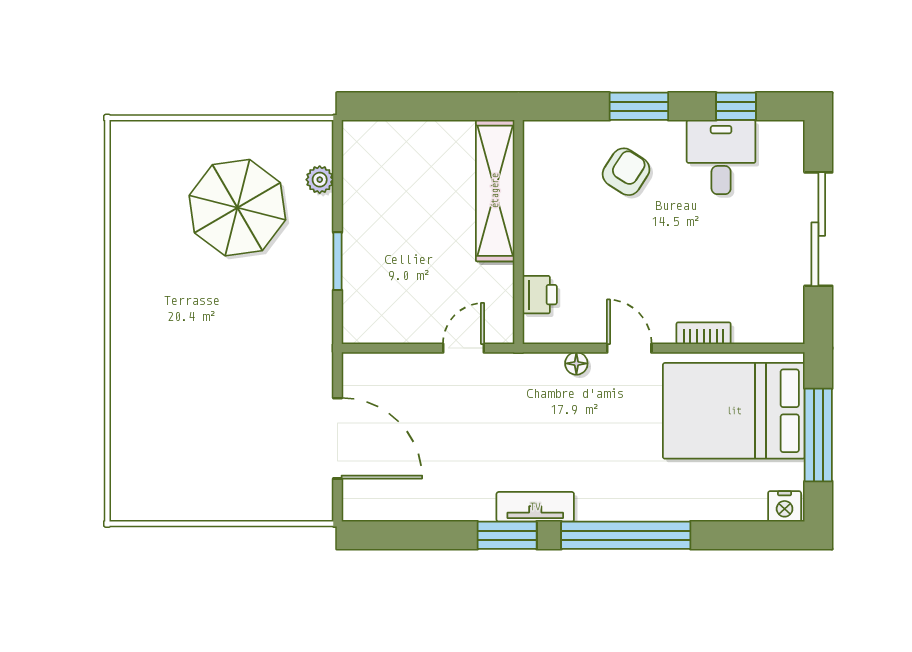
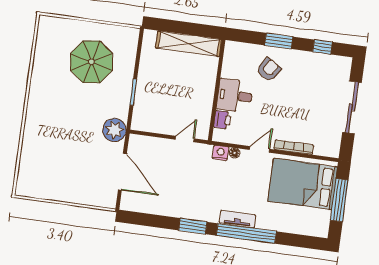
desk: (721, 157) -> (235, 96), moved, turned -90
plant: (320, 180) -> (114, 130), moved, width x1.88, depth x1.88
shelving: (495, 191) -> (189, 44), moved, turned 90
bookcase: (704, 333) -> (294, 147), width x1.56
door: (629, 348) -> (259, 149), hinge flipped
nightstand: (785, 506) -> (221, 153), moved, turned 180
tv unit: (535, 507) -> (237, 219), moved

